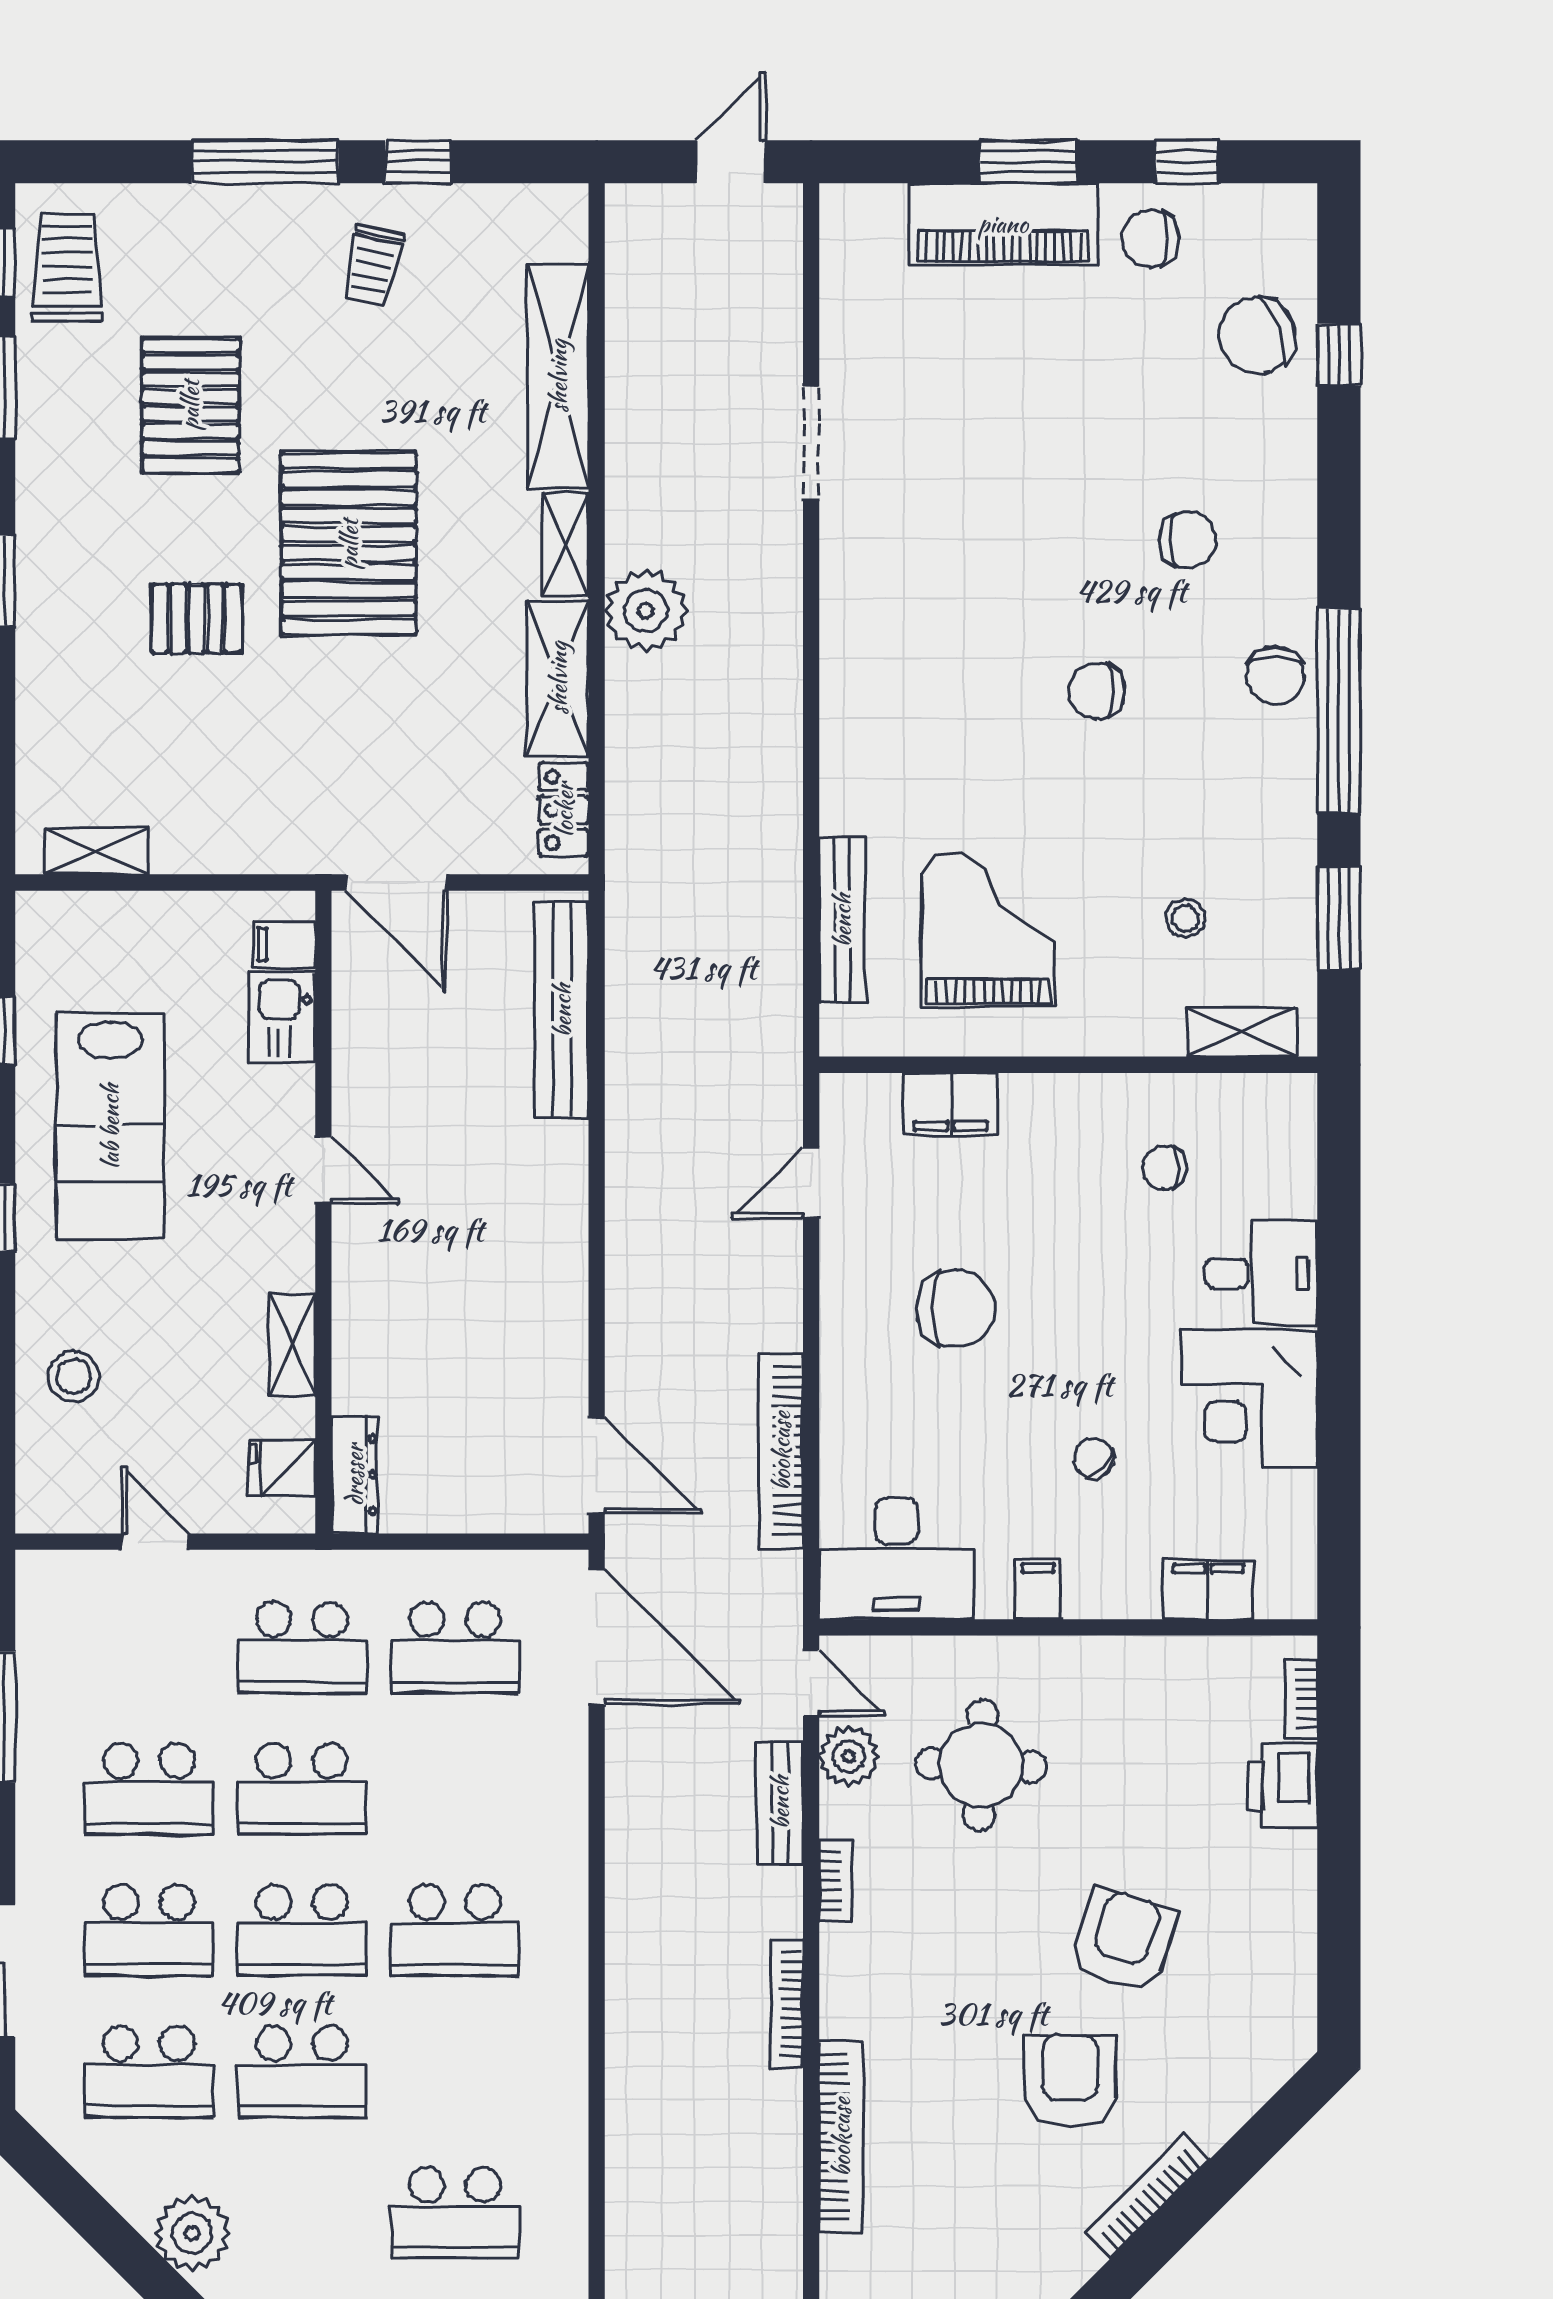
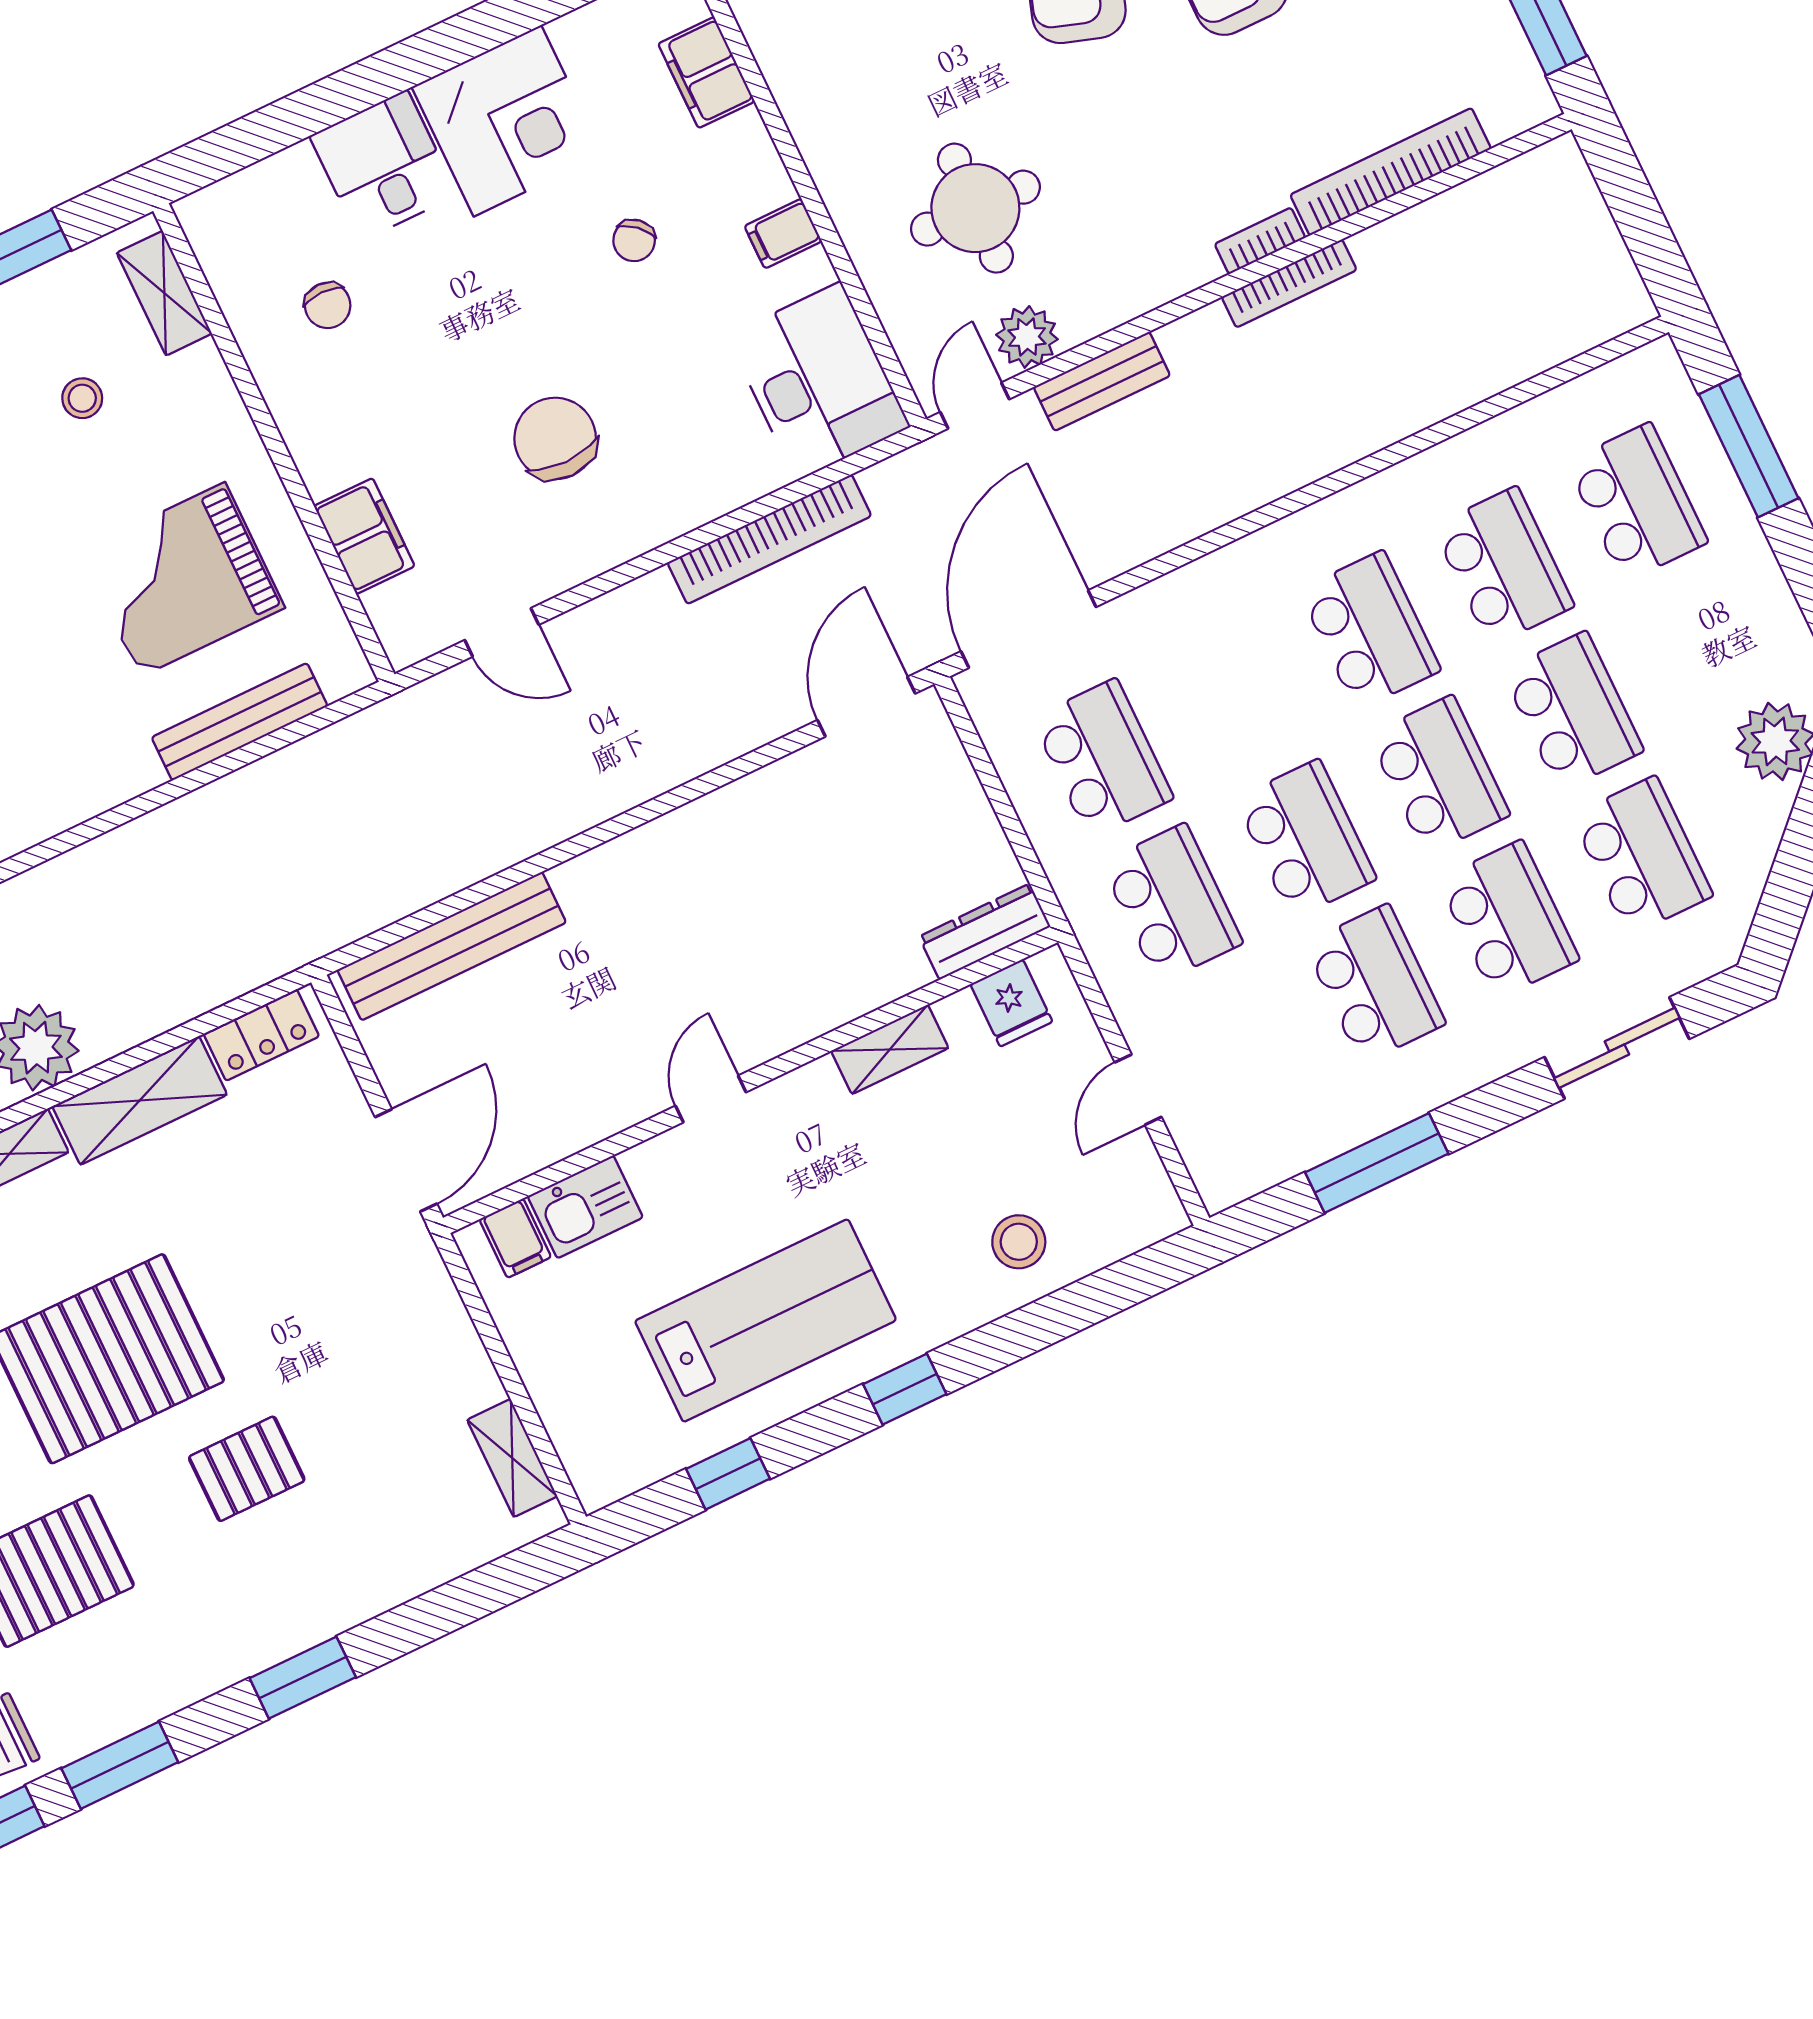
pallet: (197, 618) -> (247, 1469), turned 90
bookcase: (835, 1881) -> (1260, 241), moved
school desk: (455, 2072) -> (1503, 566), added

